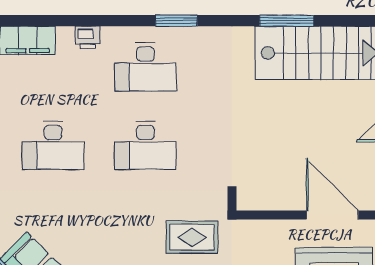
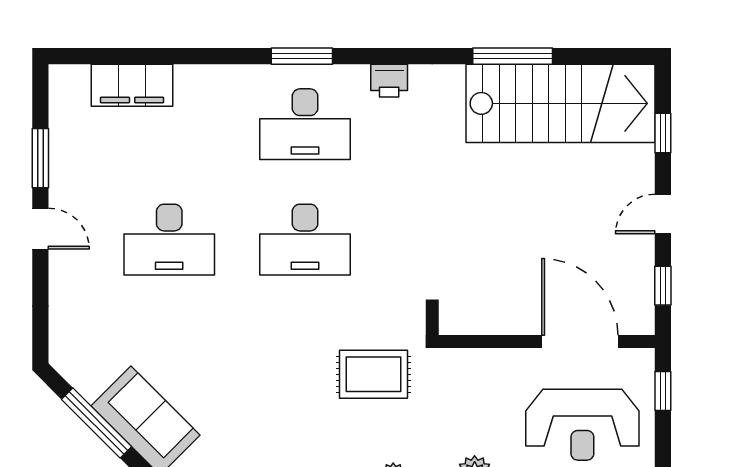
window: (176, 21) -> (302, 56), moved
printer: (88, 37) -> (389, 81), moved

